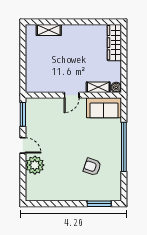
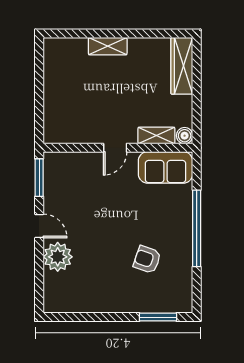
shelving: (49, 30) -> (108, 46), moved

